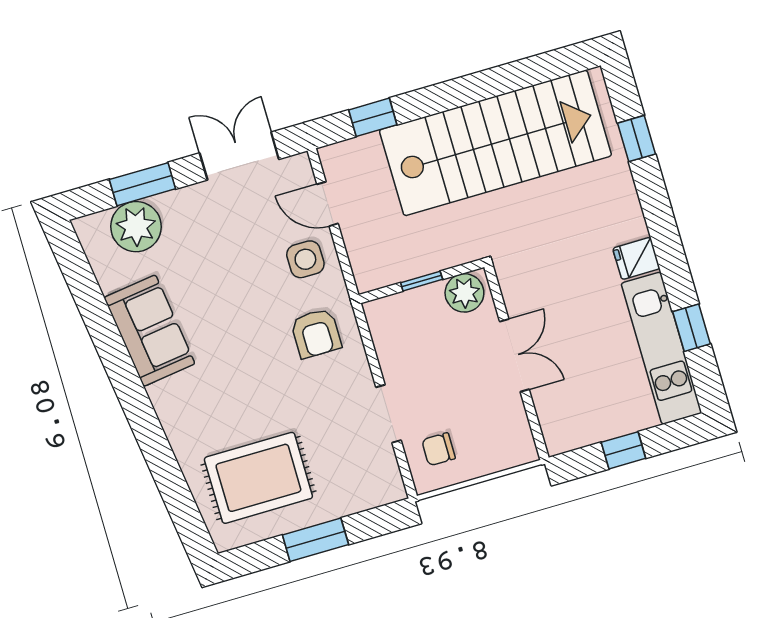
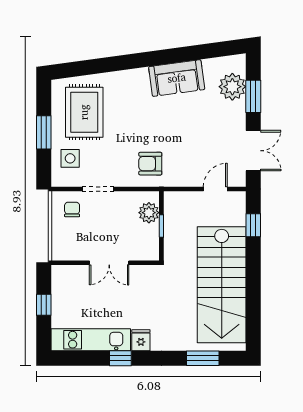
window: (637, 139) -> (203, 358), width x1.50
side table: (305, 259) -> (70, 158), moved
plant: (464, 293) -> (149, 213), moved
window: (691, 328) -> (120, 358), moved

